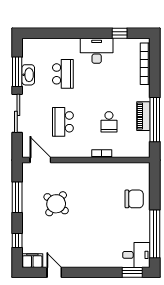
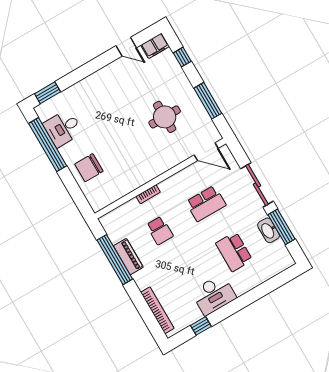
school desk: (63, 122) -> (206, 203), turned 90
school desk: (109, 122) -> (160, 230), turned 180
round table: (56, 204) -> (165, 117), turned -38
desk: (136, 255) -> (63, 128), moved

